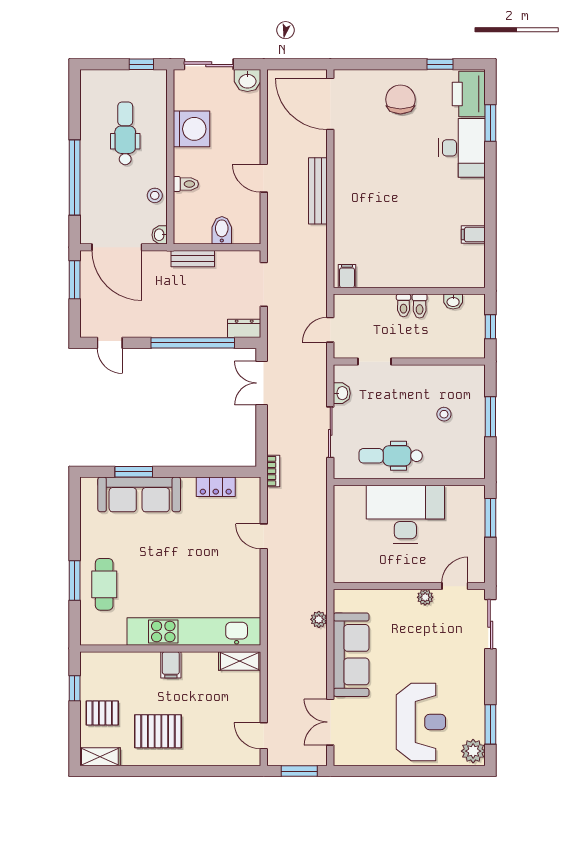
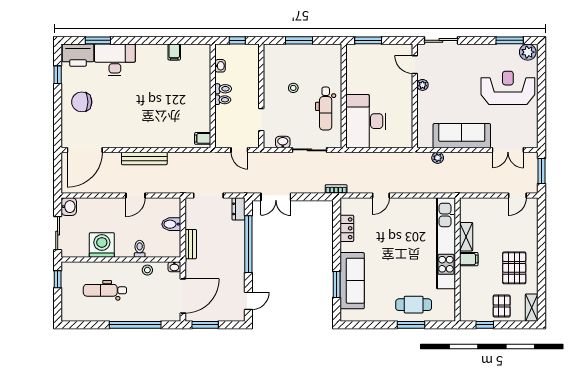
stool: (444, 414) -> (293, 88), moved
desk: (405, 514) -> (366, 121), moved
shelving: (240, 661) -> (466, 237), moved

